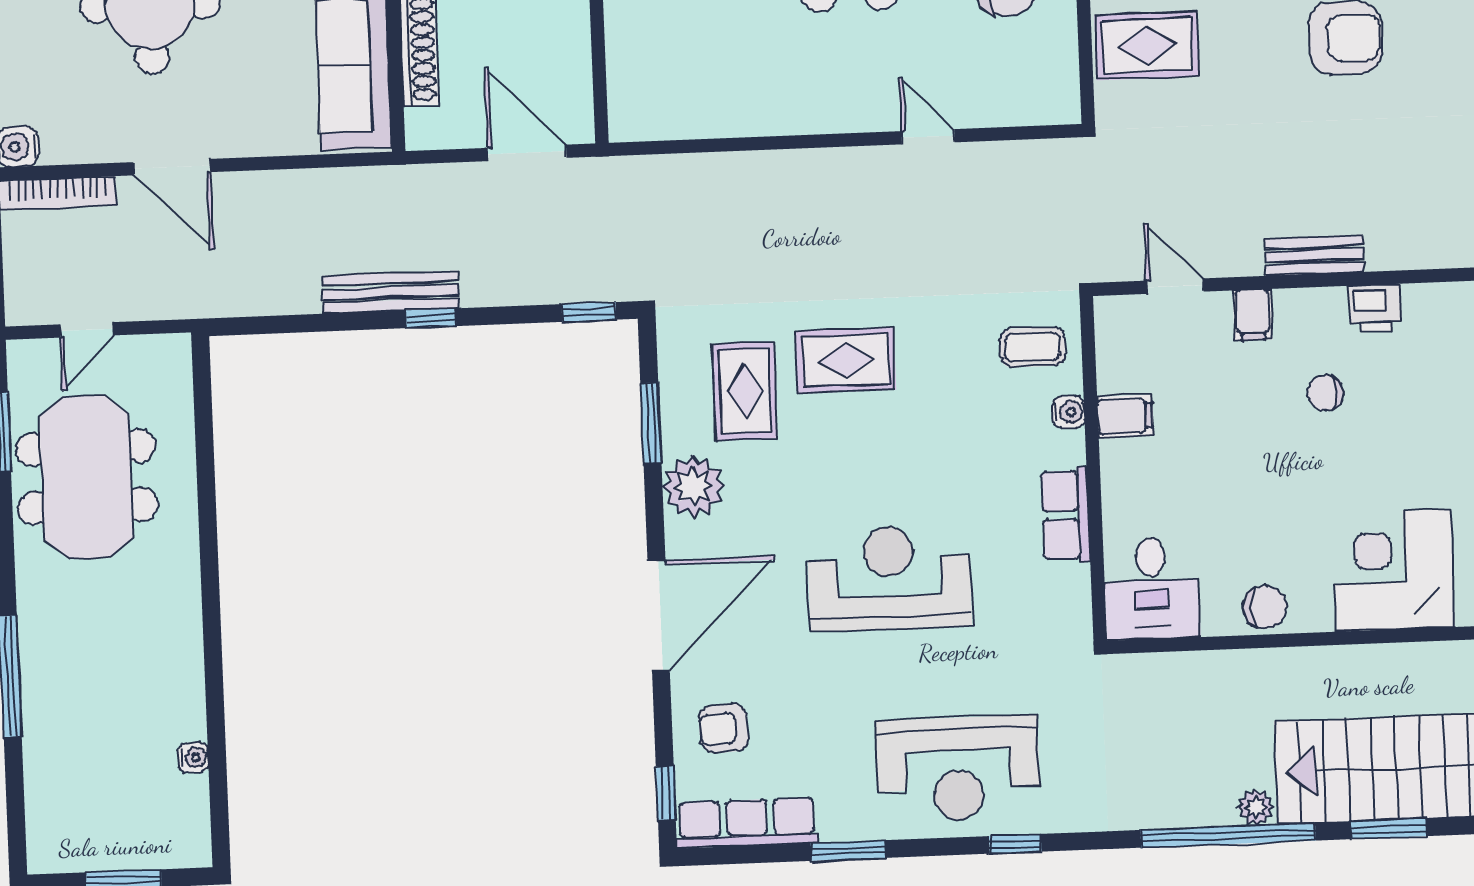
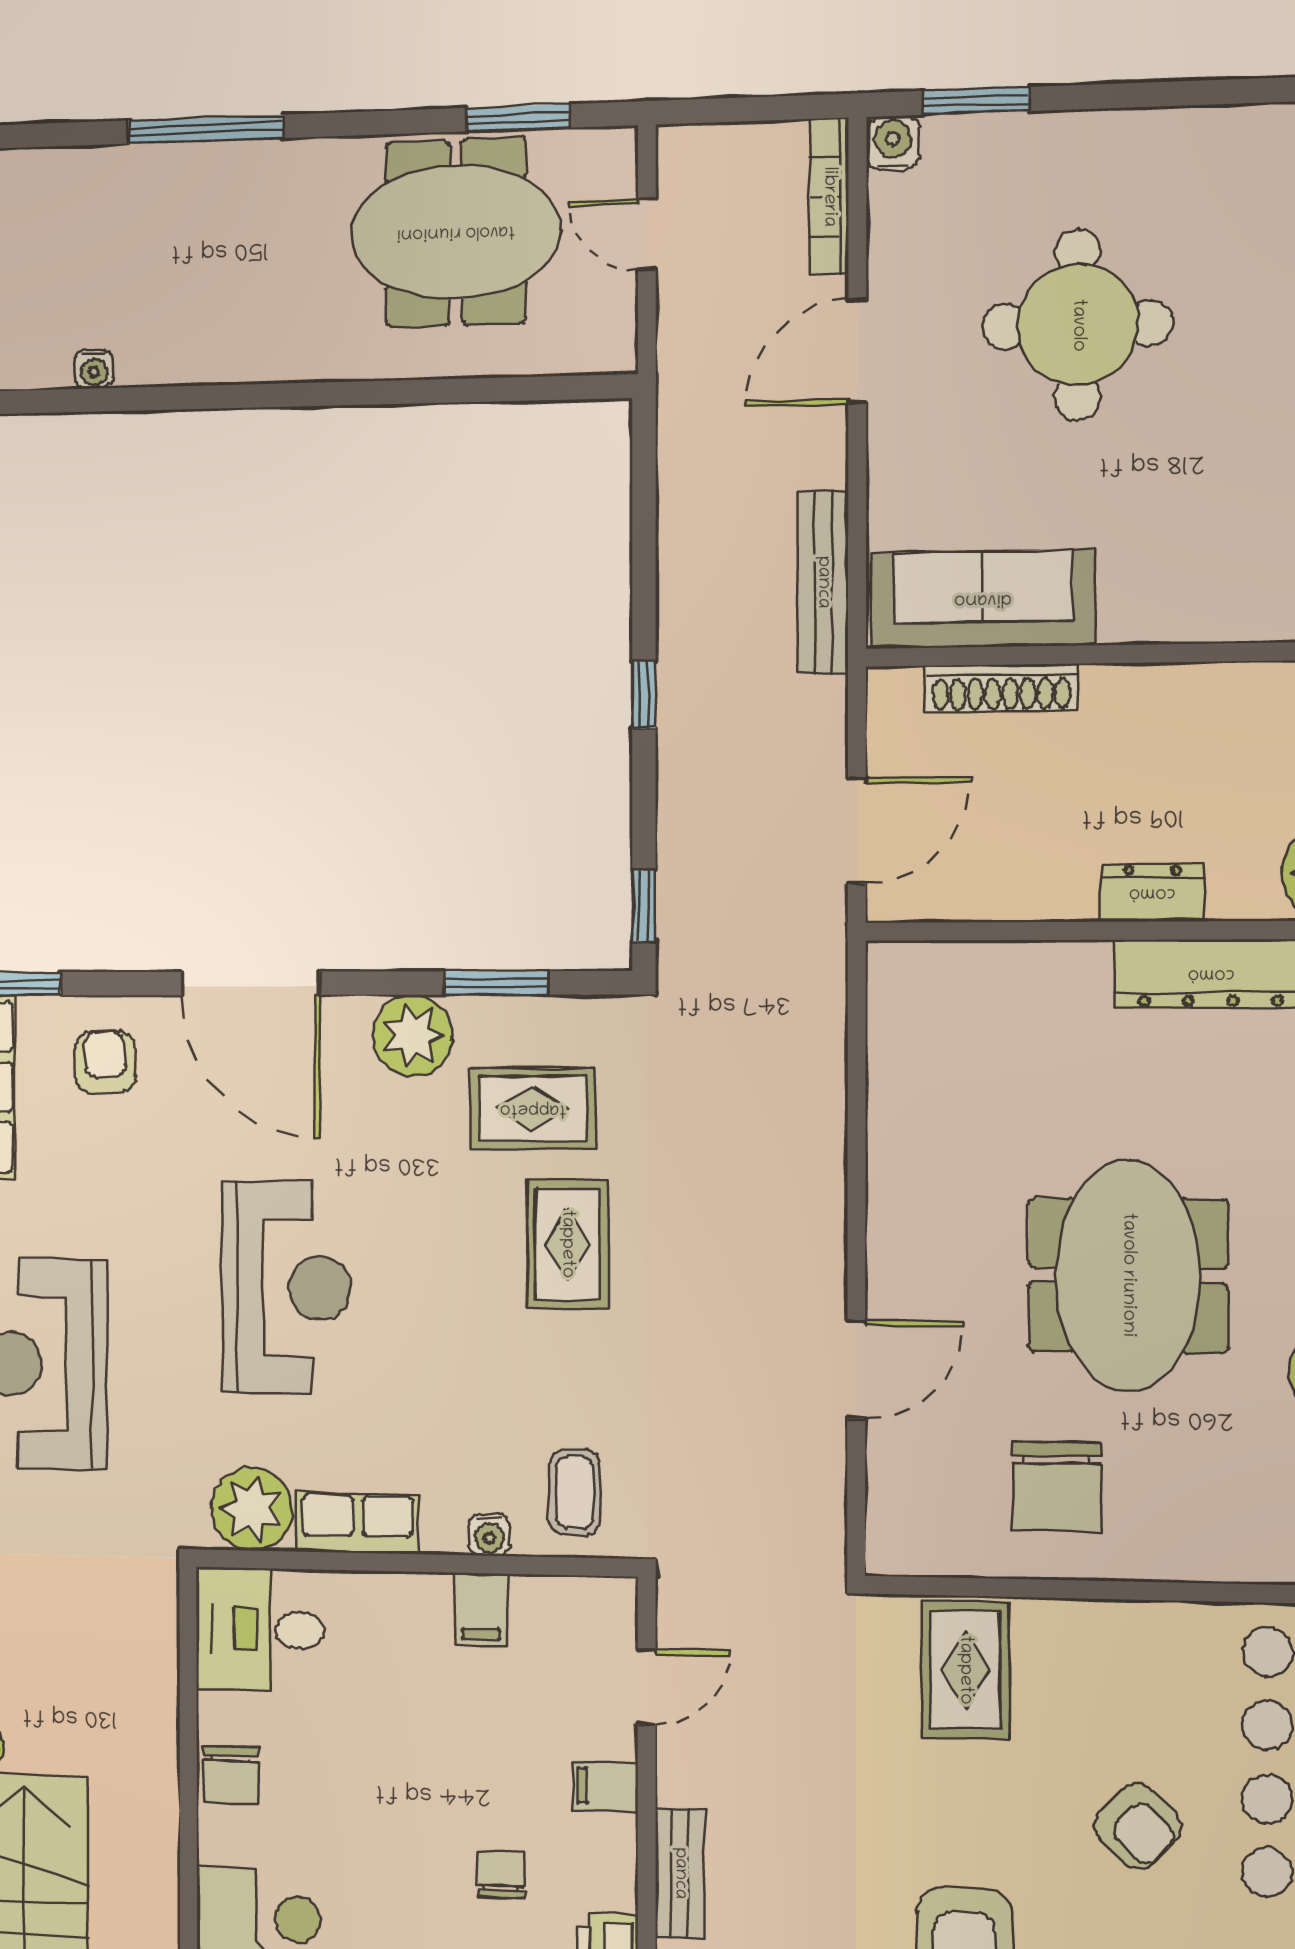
door: (928, 137) -> (856, 1369), width x1.37
bench: (391, 292) -> (823, 582), moved
plant: (1060, 599) -> (252, 1509), added

